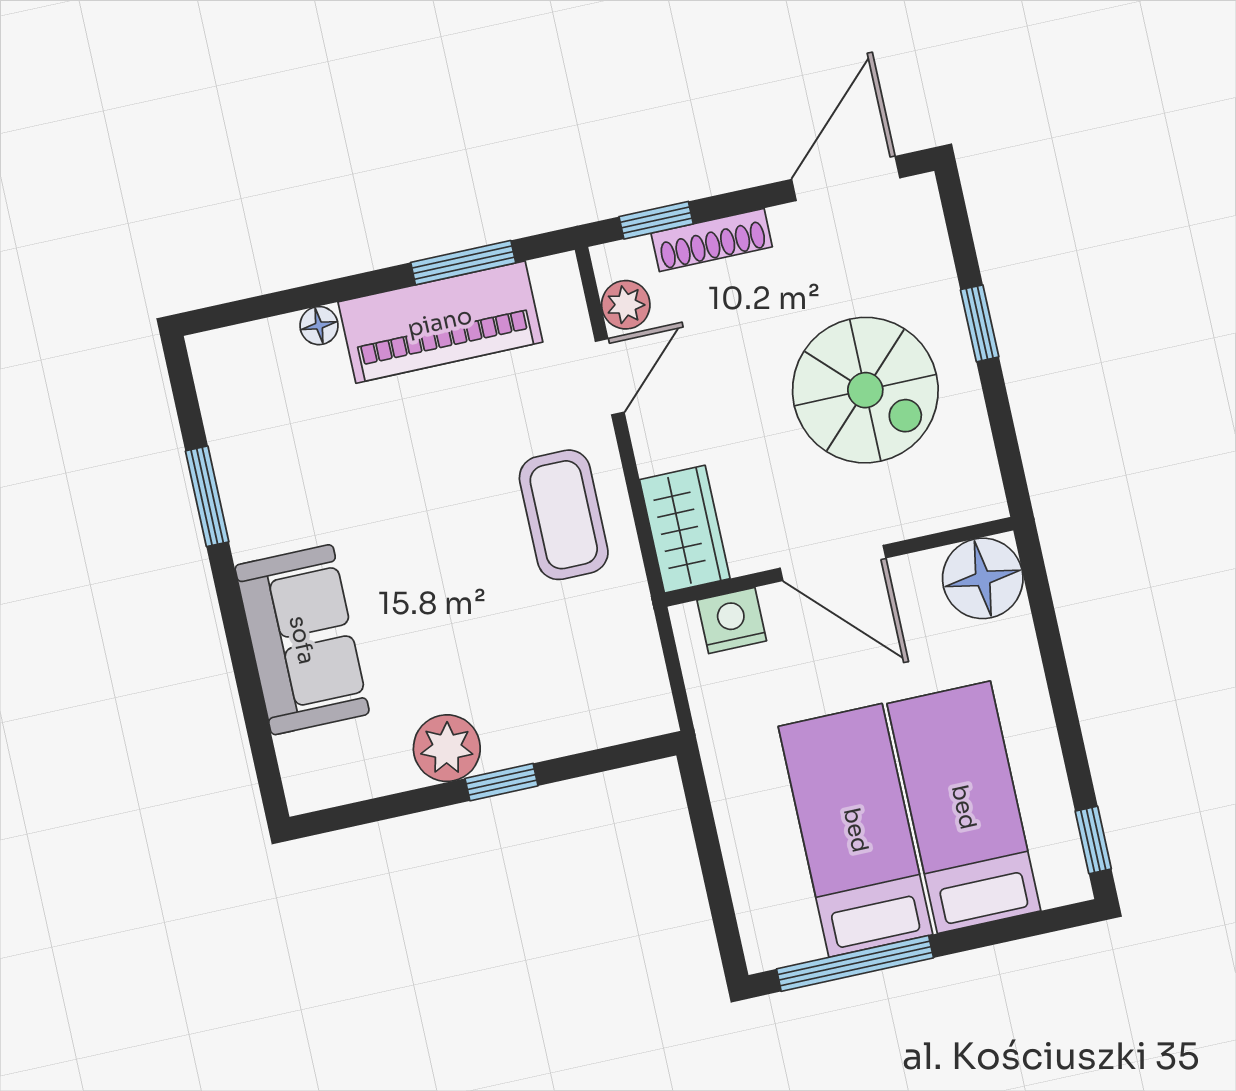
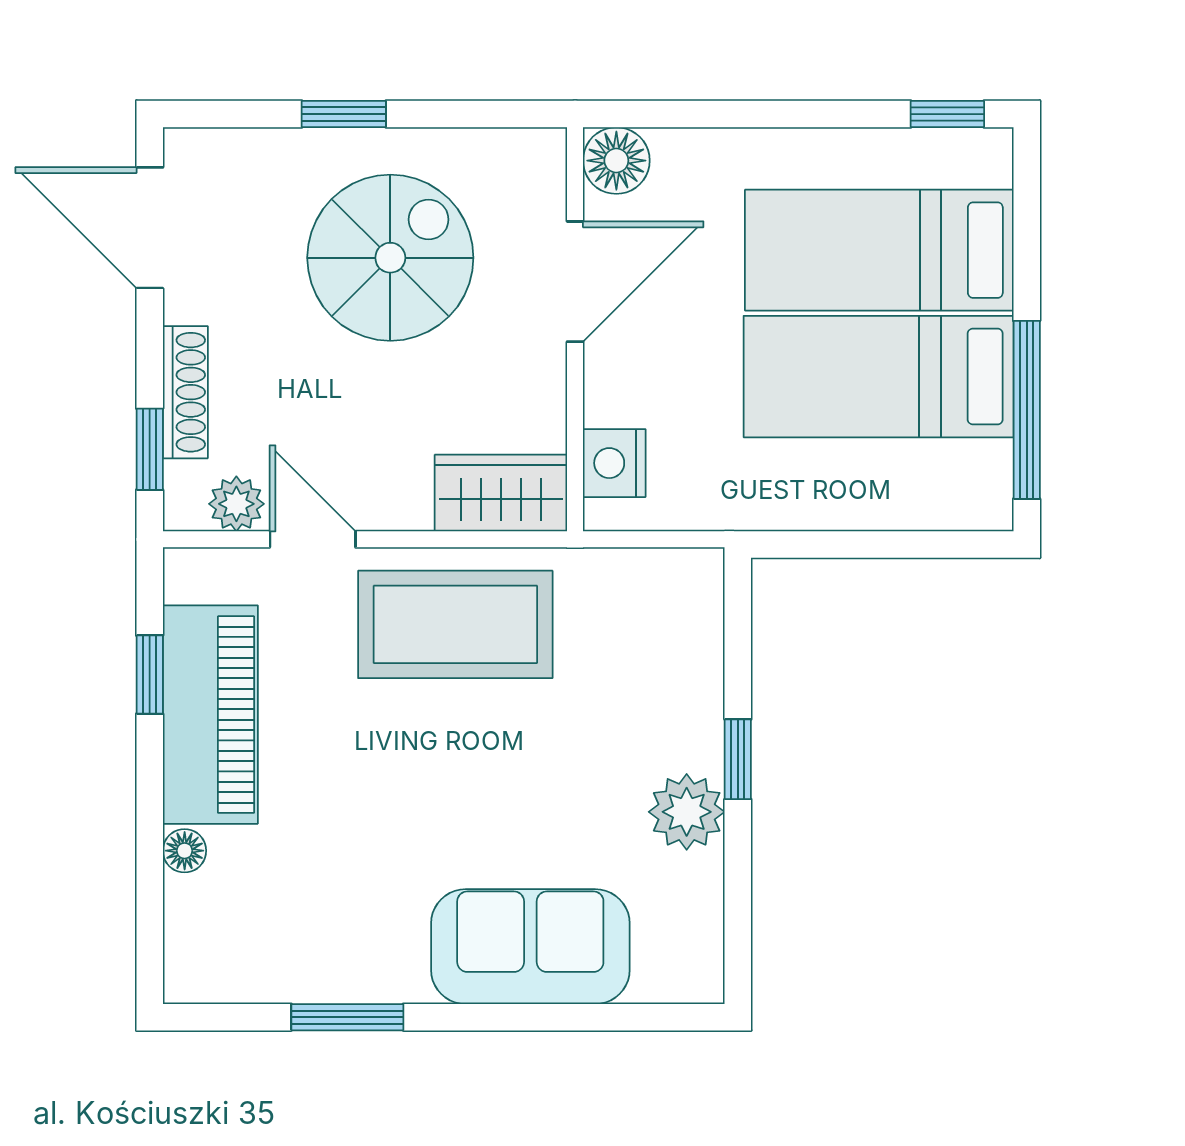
window: (463, 263) -> (150, 675), width x0.67
coffee table: (564, 515) -> (455, 624), width x1.36, depth x1.32
door: (833, 563) -> (575, 282), moved
floor lamp: (983, 578) -> (616, 161), width x0.73, depth x0.73

